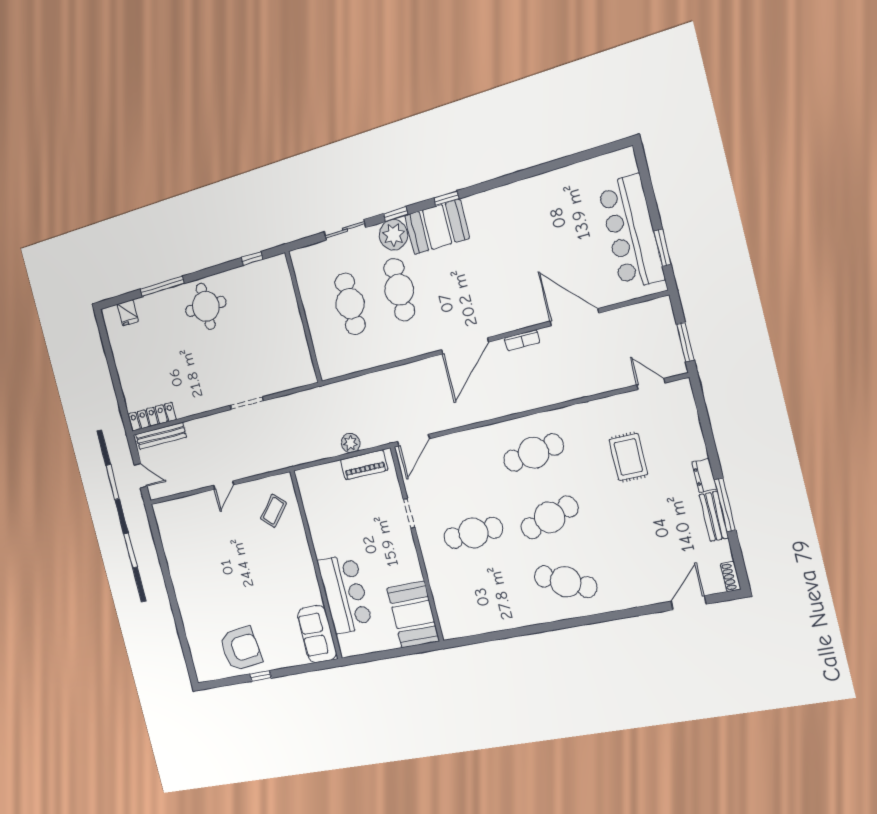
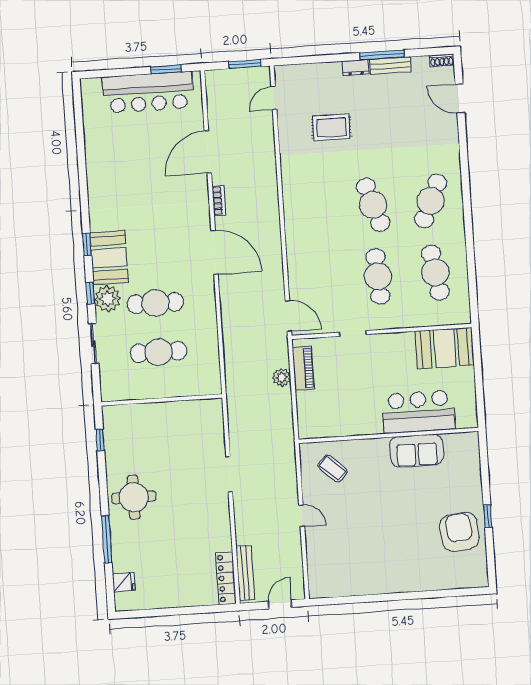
cafe table: (533, 453) -> (435, 273), moved
sofa: (317, 634) -> (417, 451), moved

